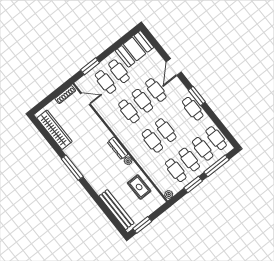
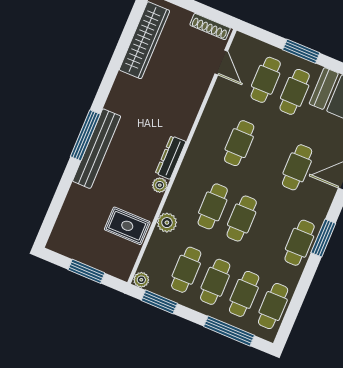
window: (90, 66) -> (301, 51), moved
cafe table: (142, 101) -> (268, 155), removed
plant: (148, 167) -> (167, 223), added
window: (72, 168) -> (85, 135), moved
window: (193, 184) -> (159, 302), moved
rug: (139, 187) -> (127, 226), turned 90
bench: (116, 210) -> (97, 149), moved
window: (142, 225) -> (86, 271), moved

